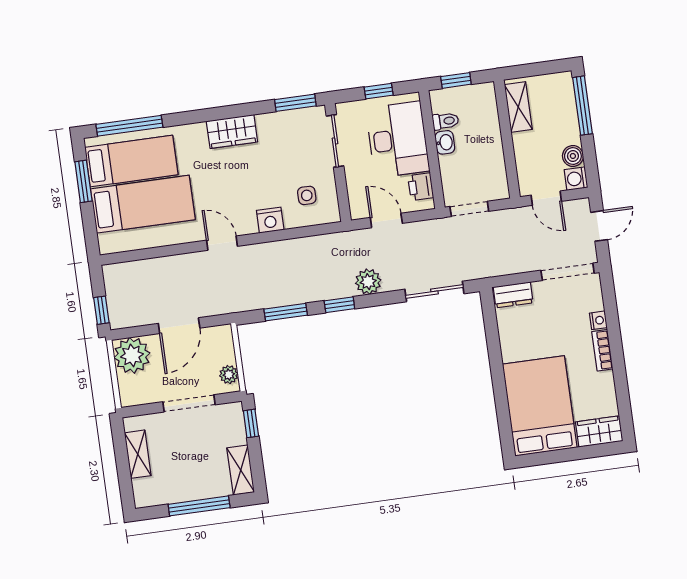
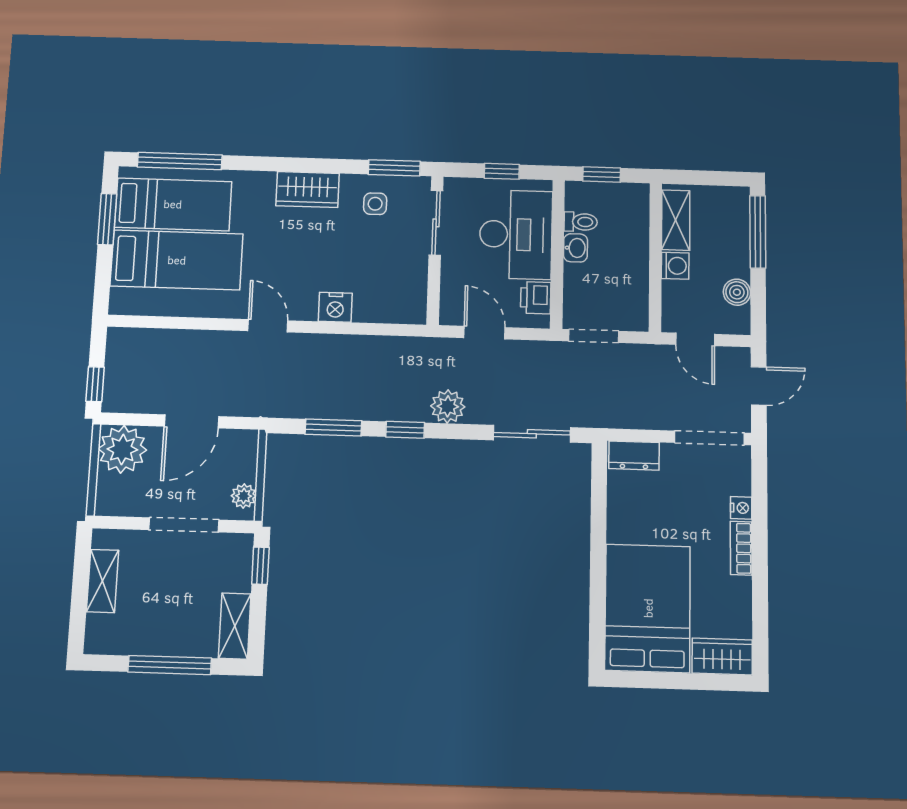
washing machine: (576, 179) -> (675, 266), moved, turned 180
side table: (307, 195) -> (375, 204), moved

